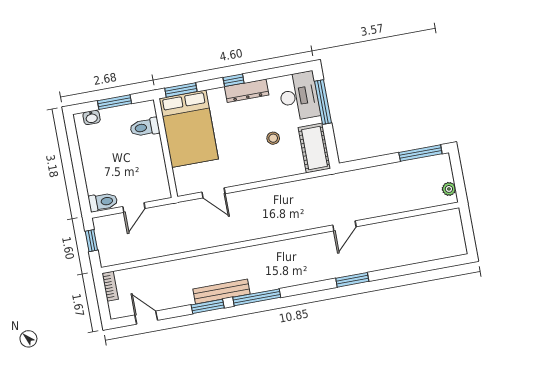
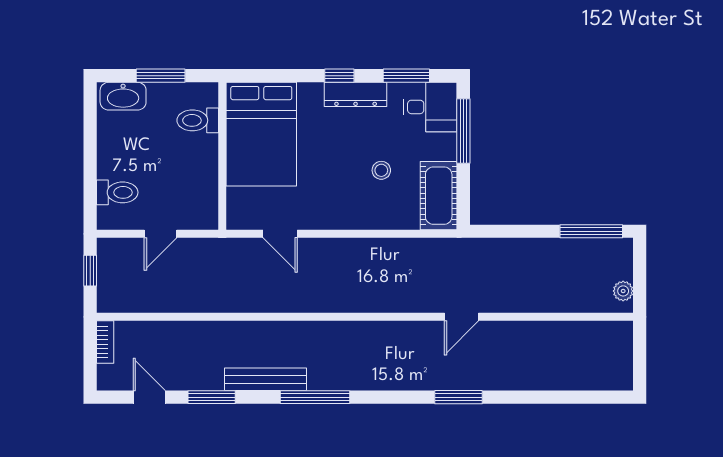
window: (181, 90) -> (406, 76), moved
desk: (299, 96) -> (430, 107), width x0.73
washbasin: (92, 117) -> (123, 96), width x1.91, depth x1.45
toilet: (103, 202) -> (117, 192), moved
window: (208, 306) -> (212, 397), moved

